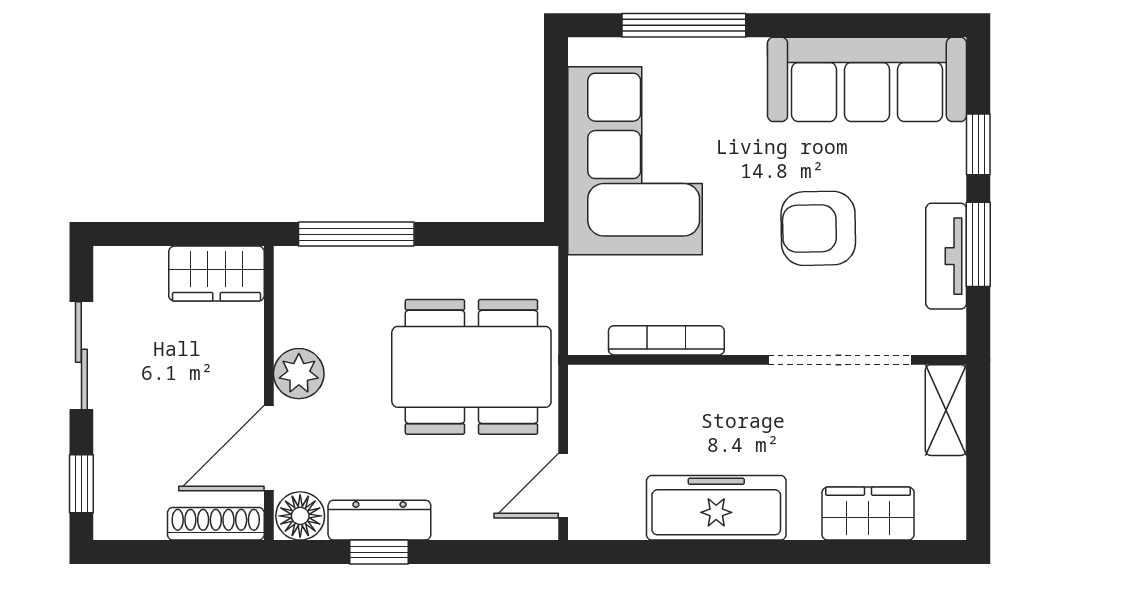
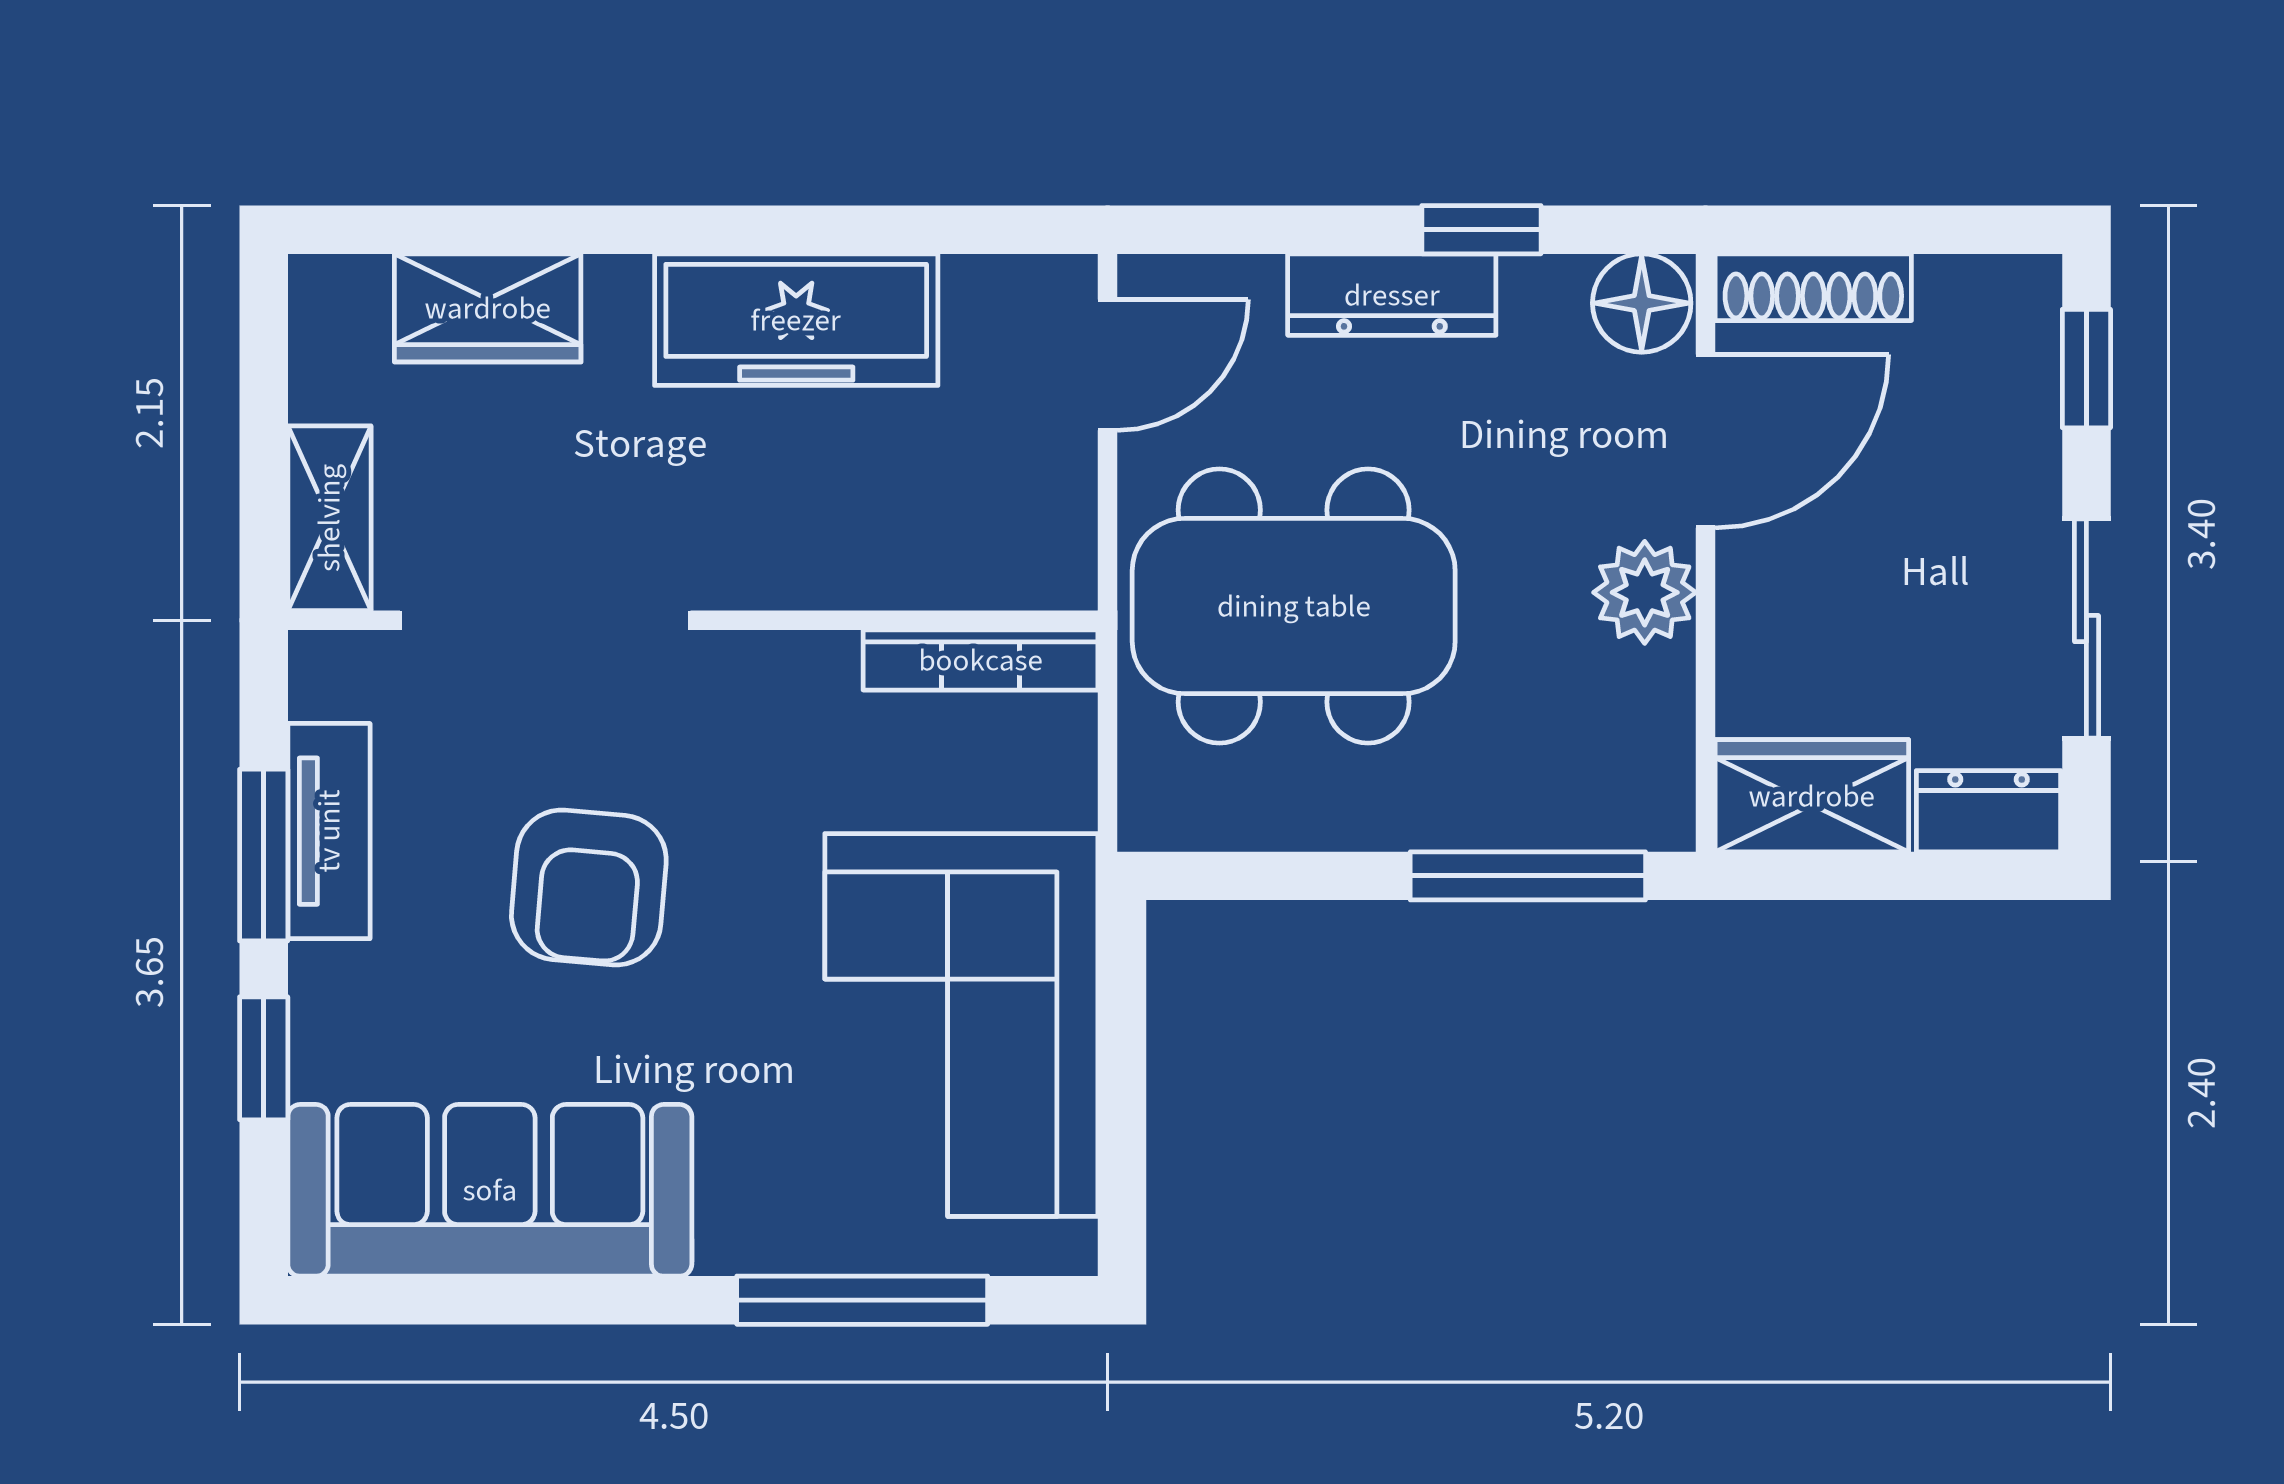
armchair: (818, 228) -> (589, 888), turned 96
dresser: (130, 266) -> (1989, 811), added
bookcase: (666, 340) -> (981, 660), moved
dresser: (379, 520) -> (1392, 295), moved

